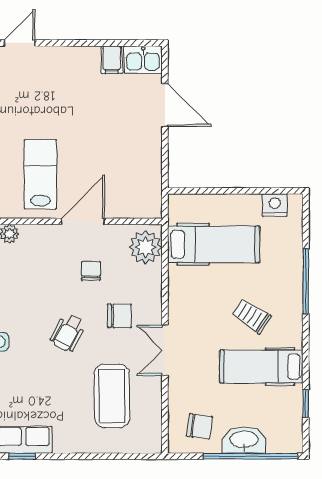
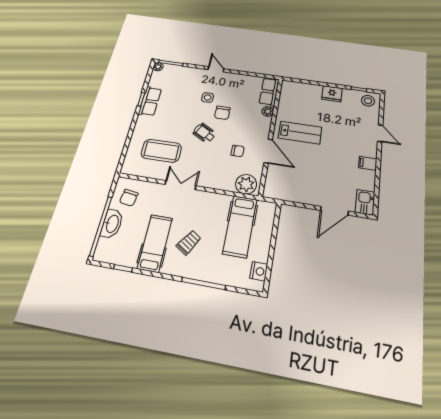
filing cabinet: (112, 60) -> (368, 163), moved
chair: (119, 316) -> (222, 113), moved

